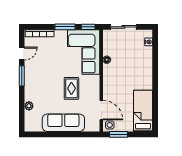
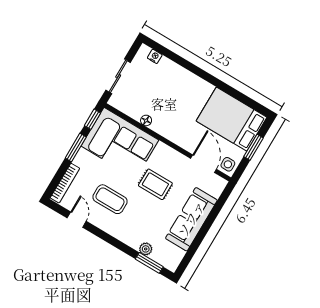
coffee table: (46, 66) -> (110, 199), added
window: (22, 76) -> (149, 263), moved
door: (101, 110) -> (204, 164), hinge flipped
bed: (143, 111) -> (232, 119), width x1.50
window: (118, 134) -> (254, 147), moved

